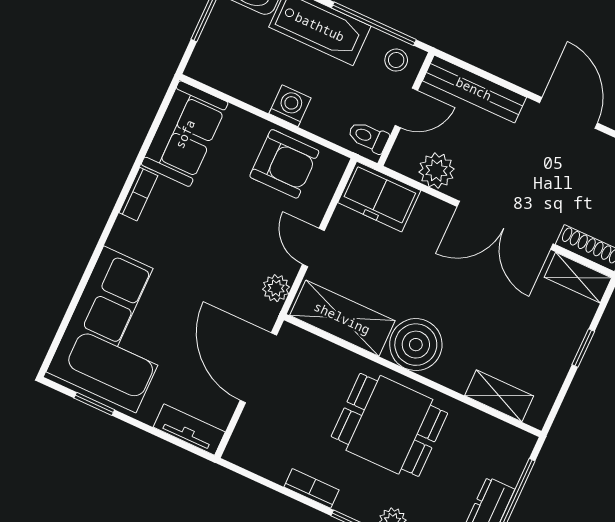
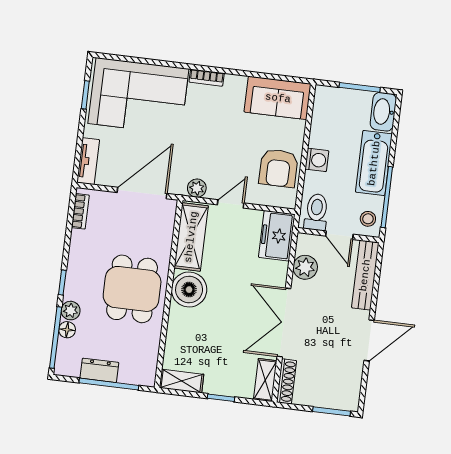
toilet: (368, 137) -> (316, 212), width x1.37, depth x1.39
bookcase: (138, 194) -> (207, 78), moved
shelving: (499, 396) -> (182, 381), moved, turned 90
bookcase: (311, 488) -> (80, 211), moved

